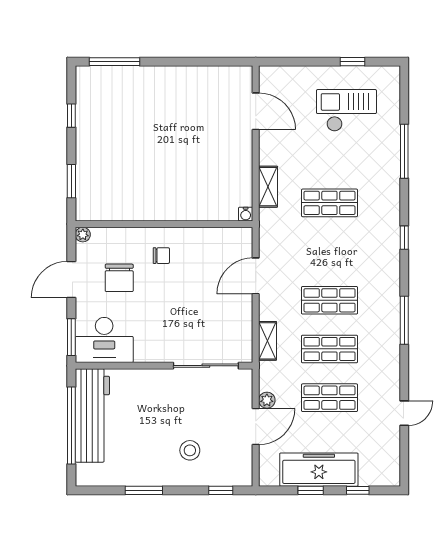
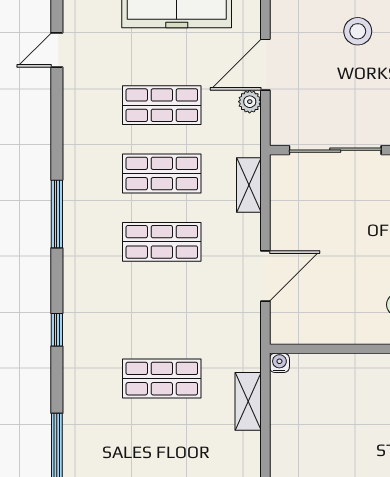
door: (404, 413) -> (57, 50), moved

